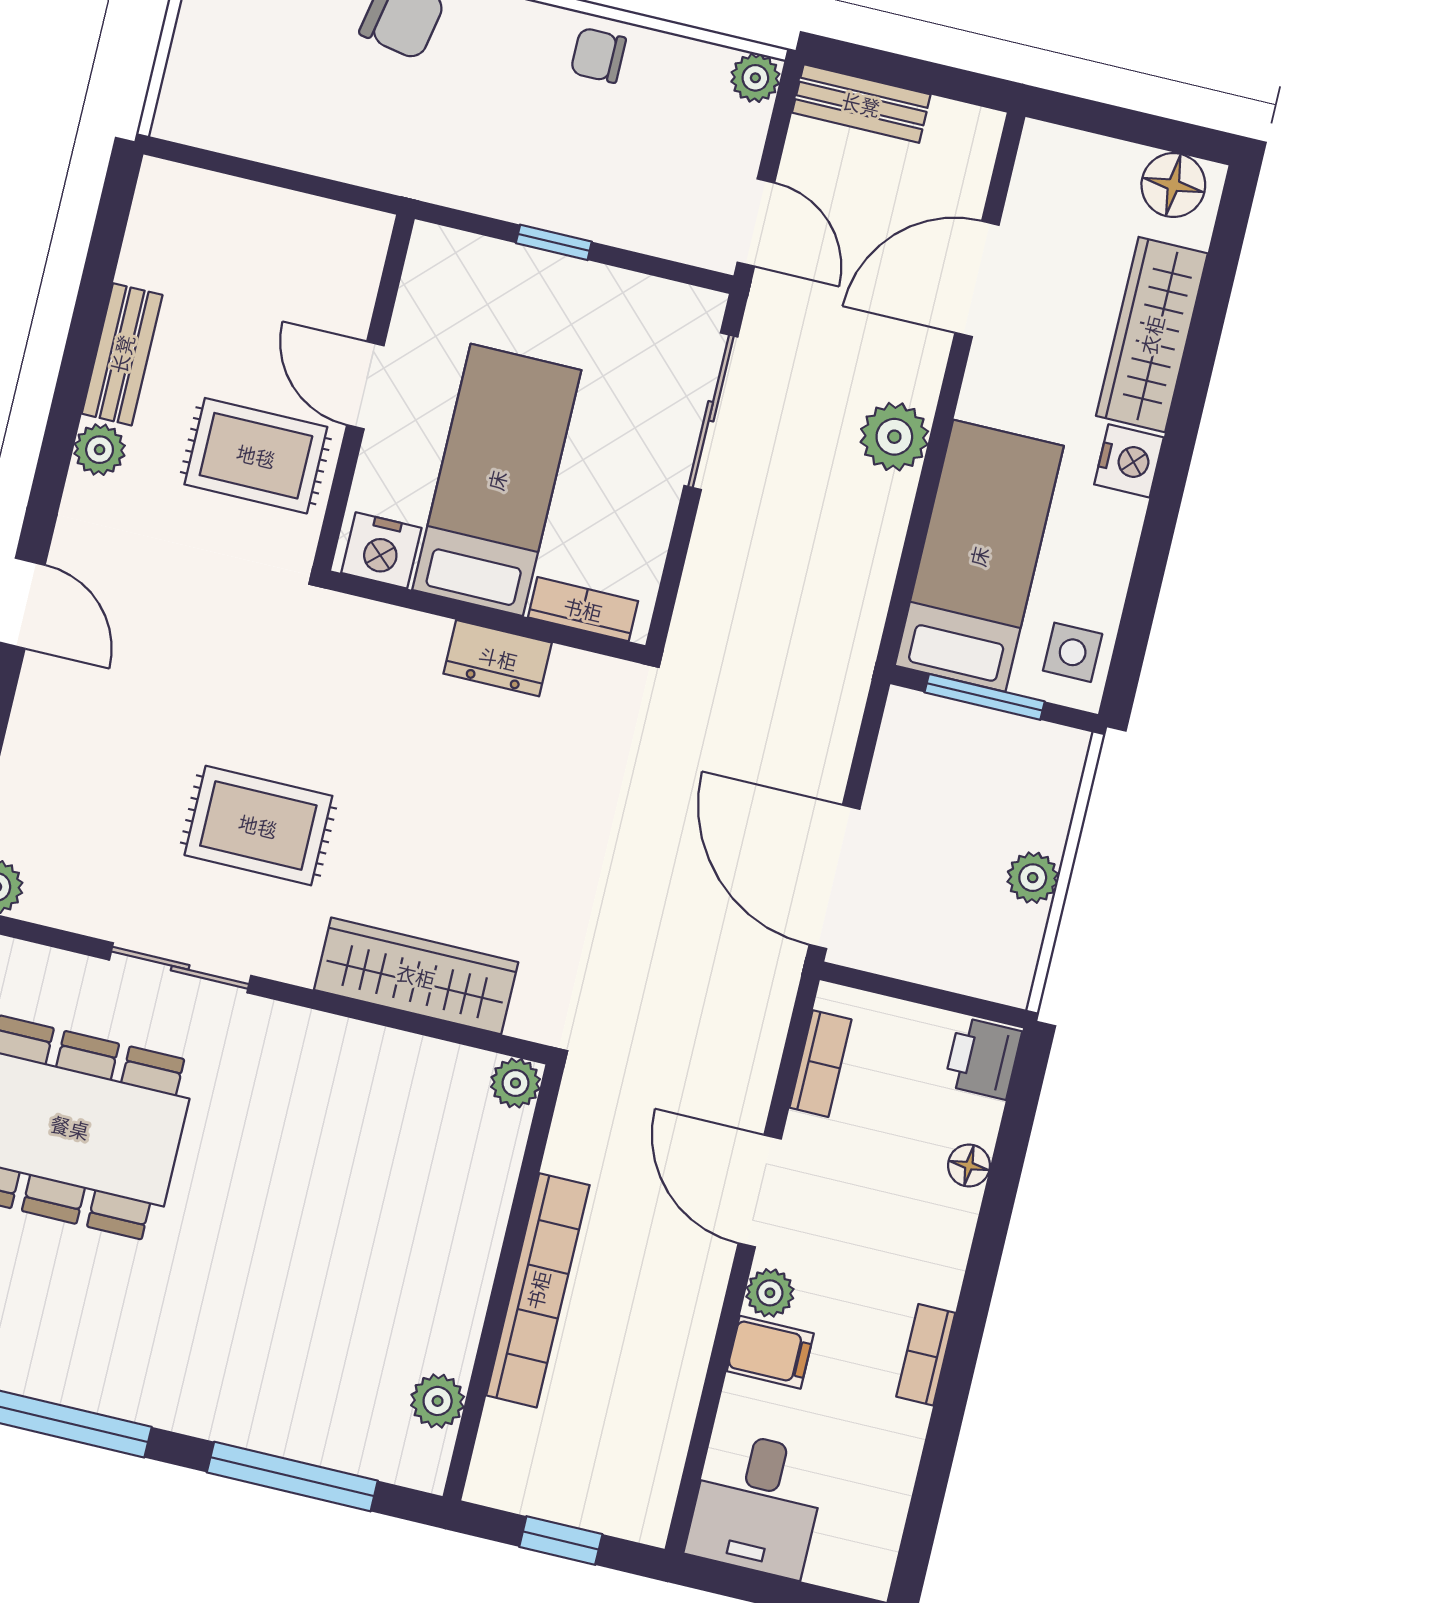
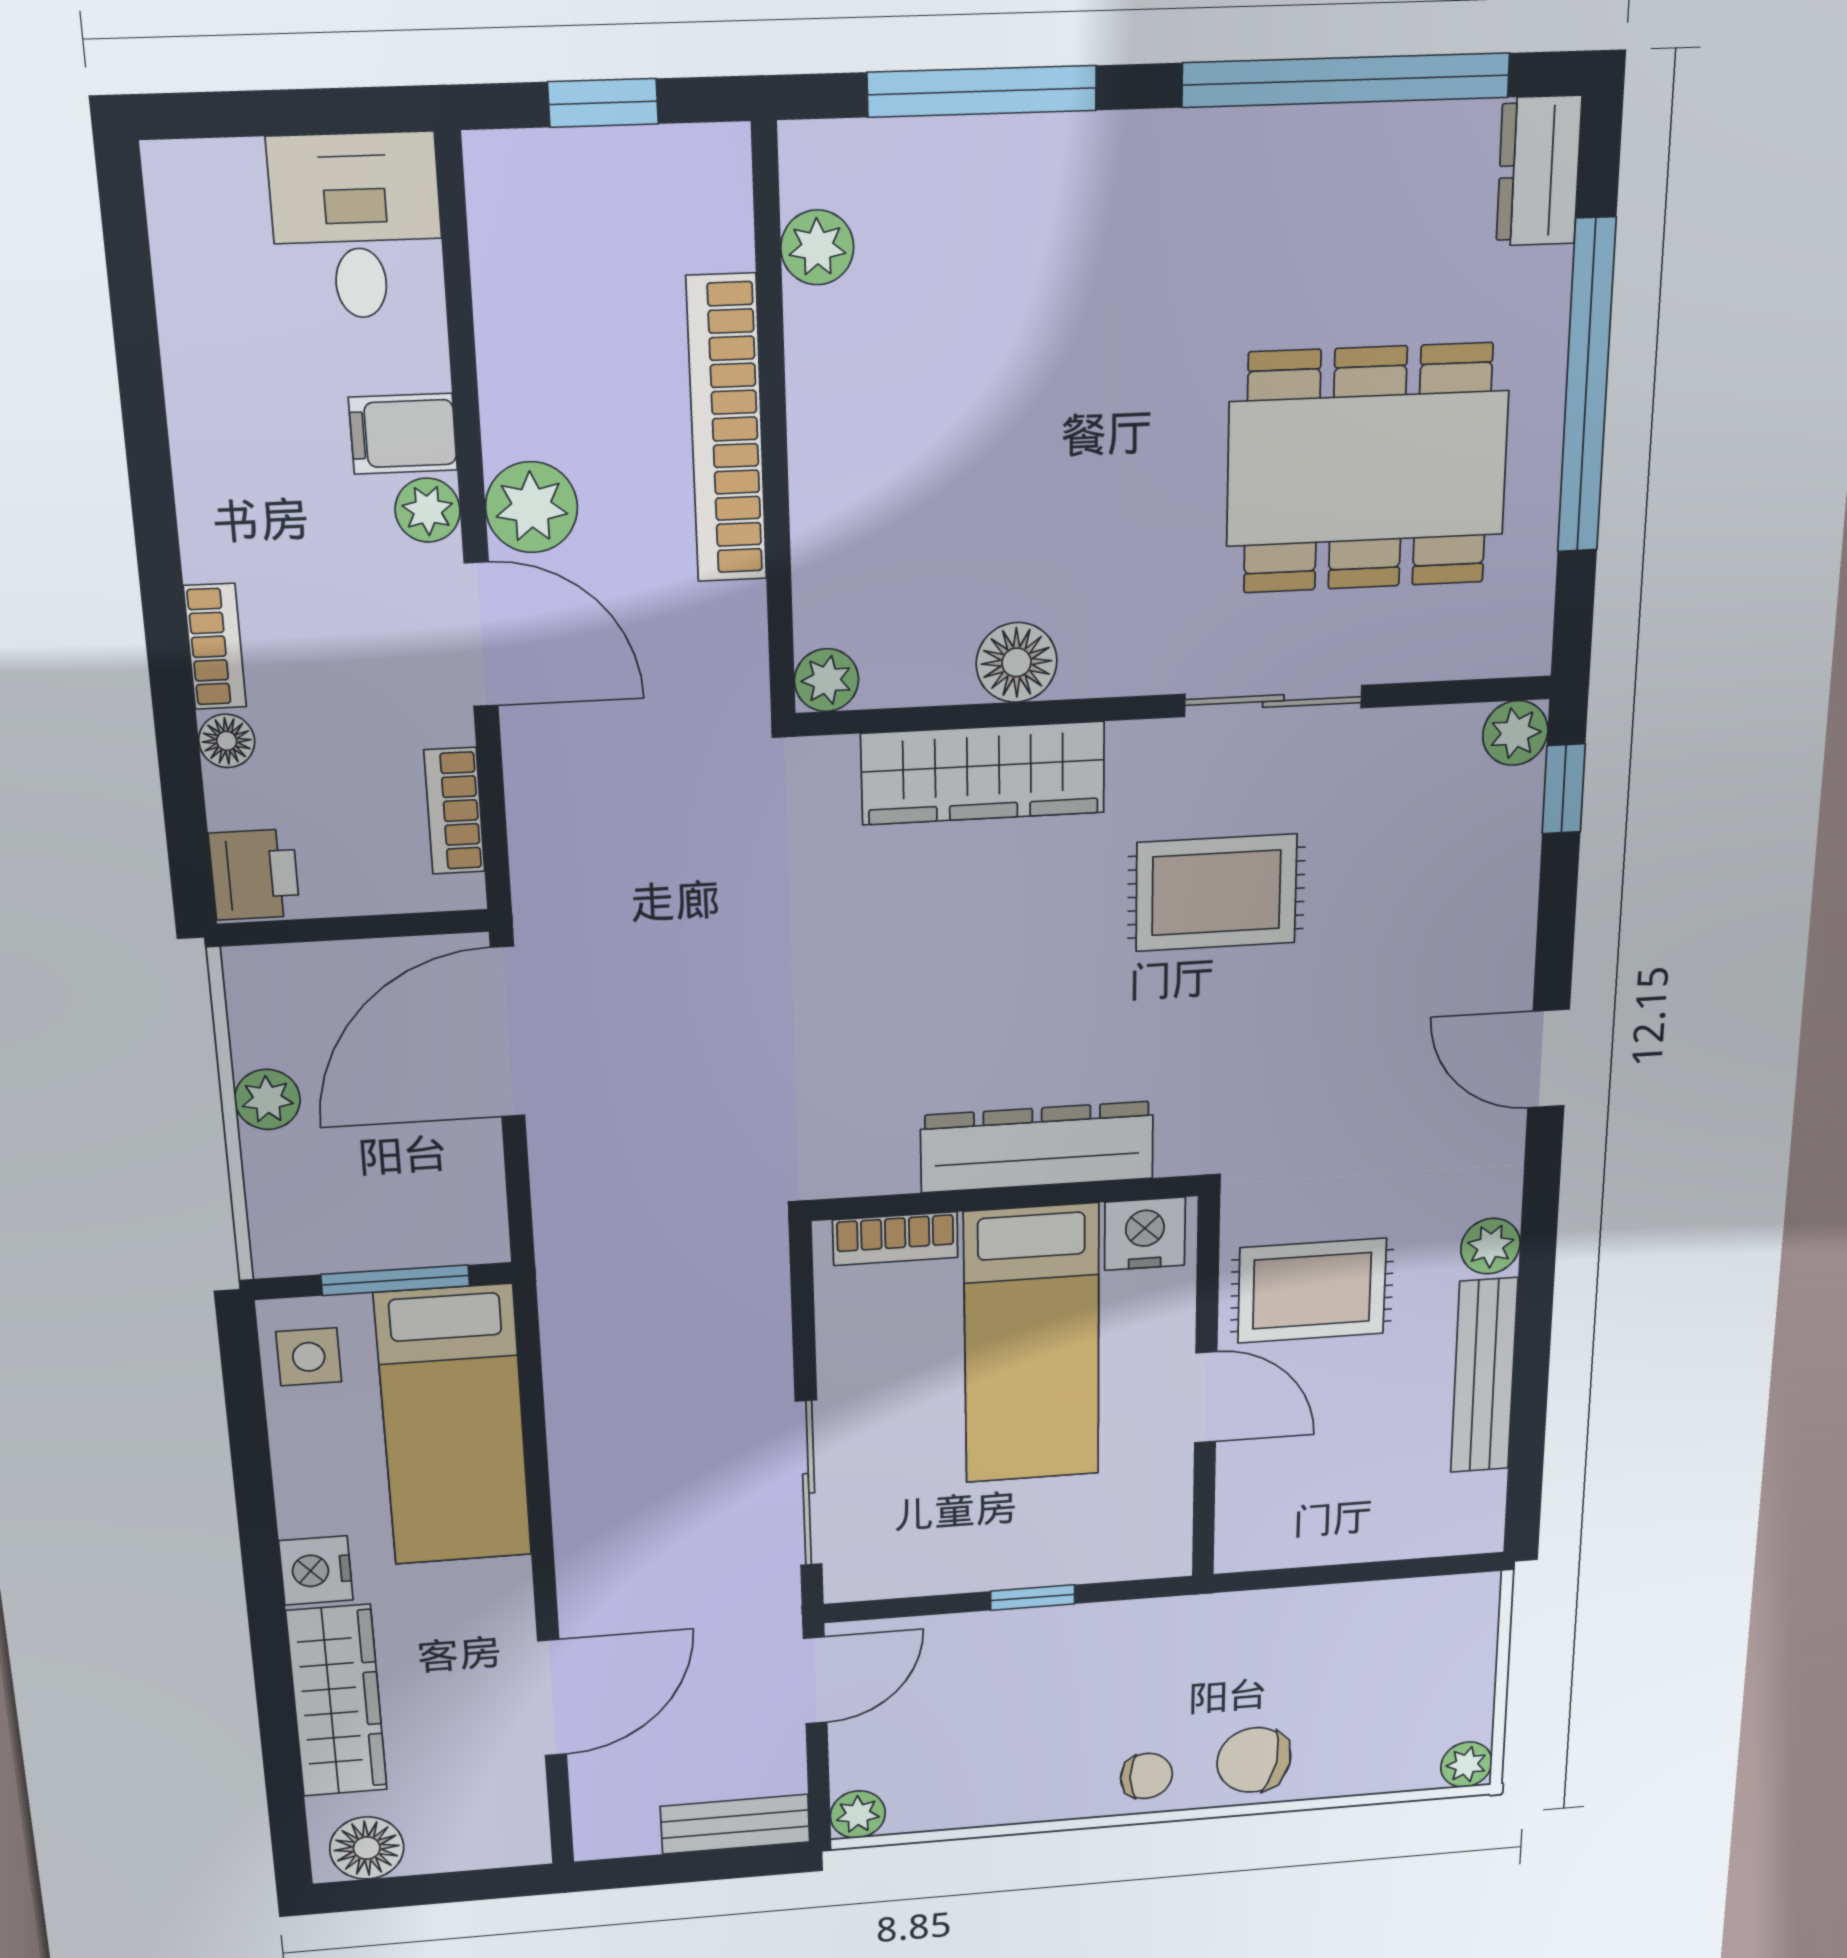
chair: (598, 55) -> (1146, 1776), moved
door: (756, 223) -> (815, 1681), swing flipped
bench: (122, 354) -> (1484, 1376), width x1.36
plant: (894, 437) -> (532, 507), moved
dresser: (498, 658) -> (1037, 1147), width x1.96, depth x1.24
door: (835, 877) -> (508, 1032), swing flipped
floor lamp: (369, 1055) -> (1017, 662), added
bookcase: (926, 1355) -> (215, 646), moved

